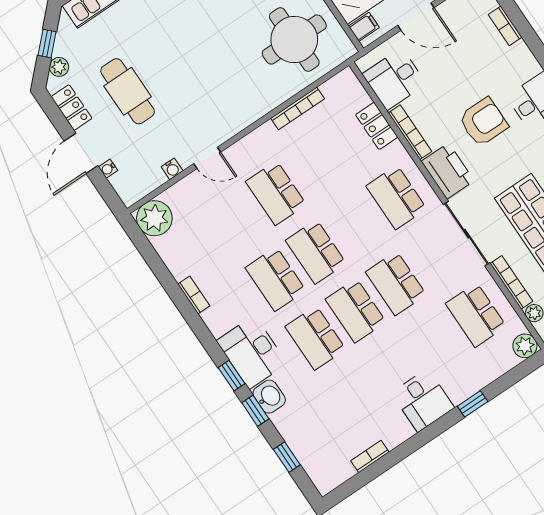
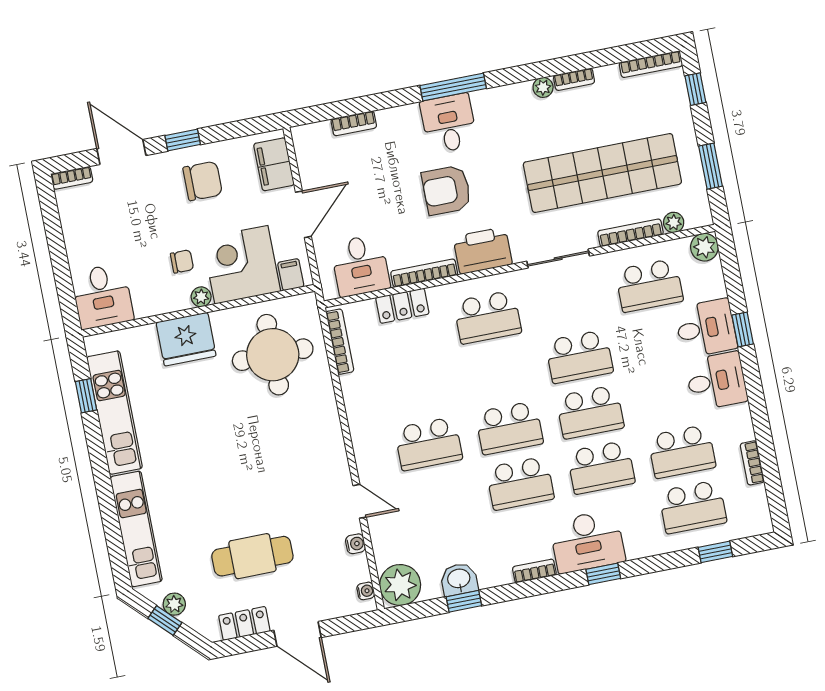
plant: (59, 67) -> (174, 604), moved
bookcase: (298, 108) -> (340, 342), moved
armchair: (483, 122) -> (446, 190), turned -90
door: (207, 158) -> (360, 501), hinge flipped
water cooler: (108, 169) -> (366, 591), moved, turned -90
sliding door: (467, 234) -> (558, 259), width x0.73
bookcase: (194, 295) -> (534, 571), moved
desk: (461, 374) -> (706, 328), added
washbasin: (269, 397) -> (459, 579), moved
school desk: (355, 397) -> (682, 452), added
window: (255, 411) -> (464, 601), moved
school desk: (315, 424) -> (693, 507), added

